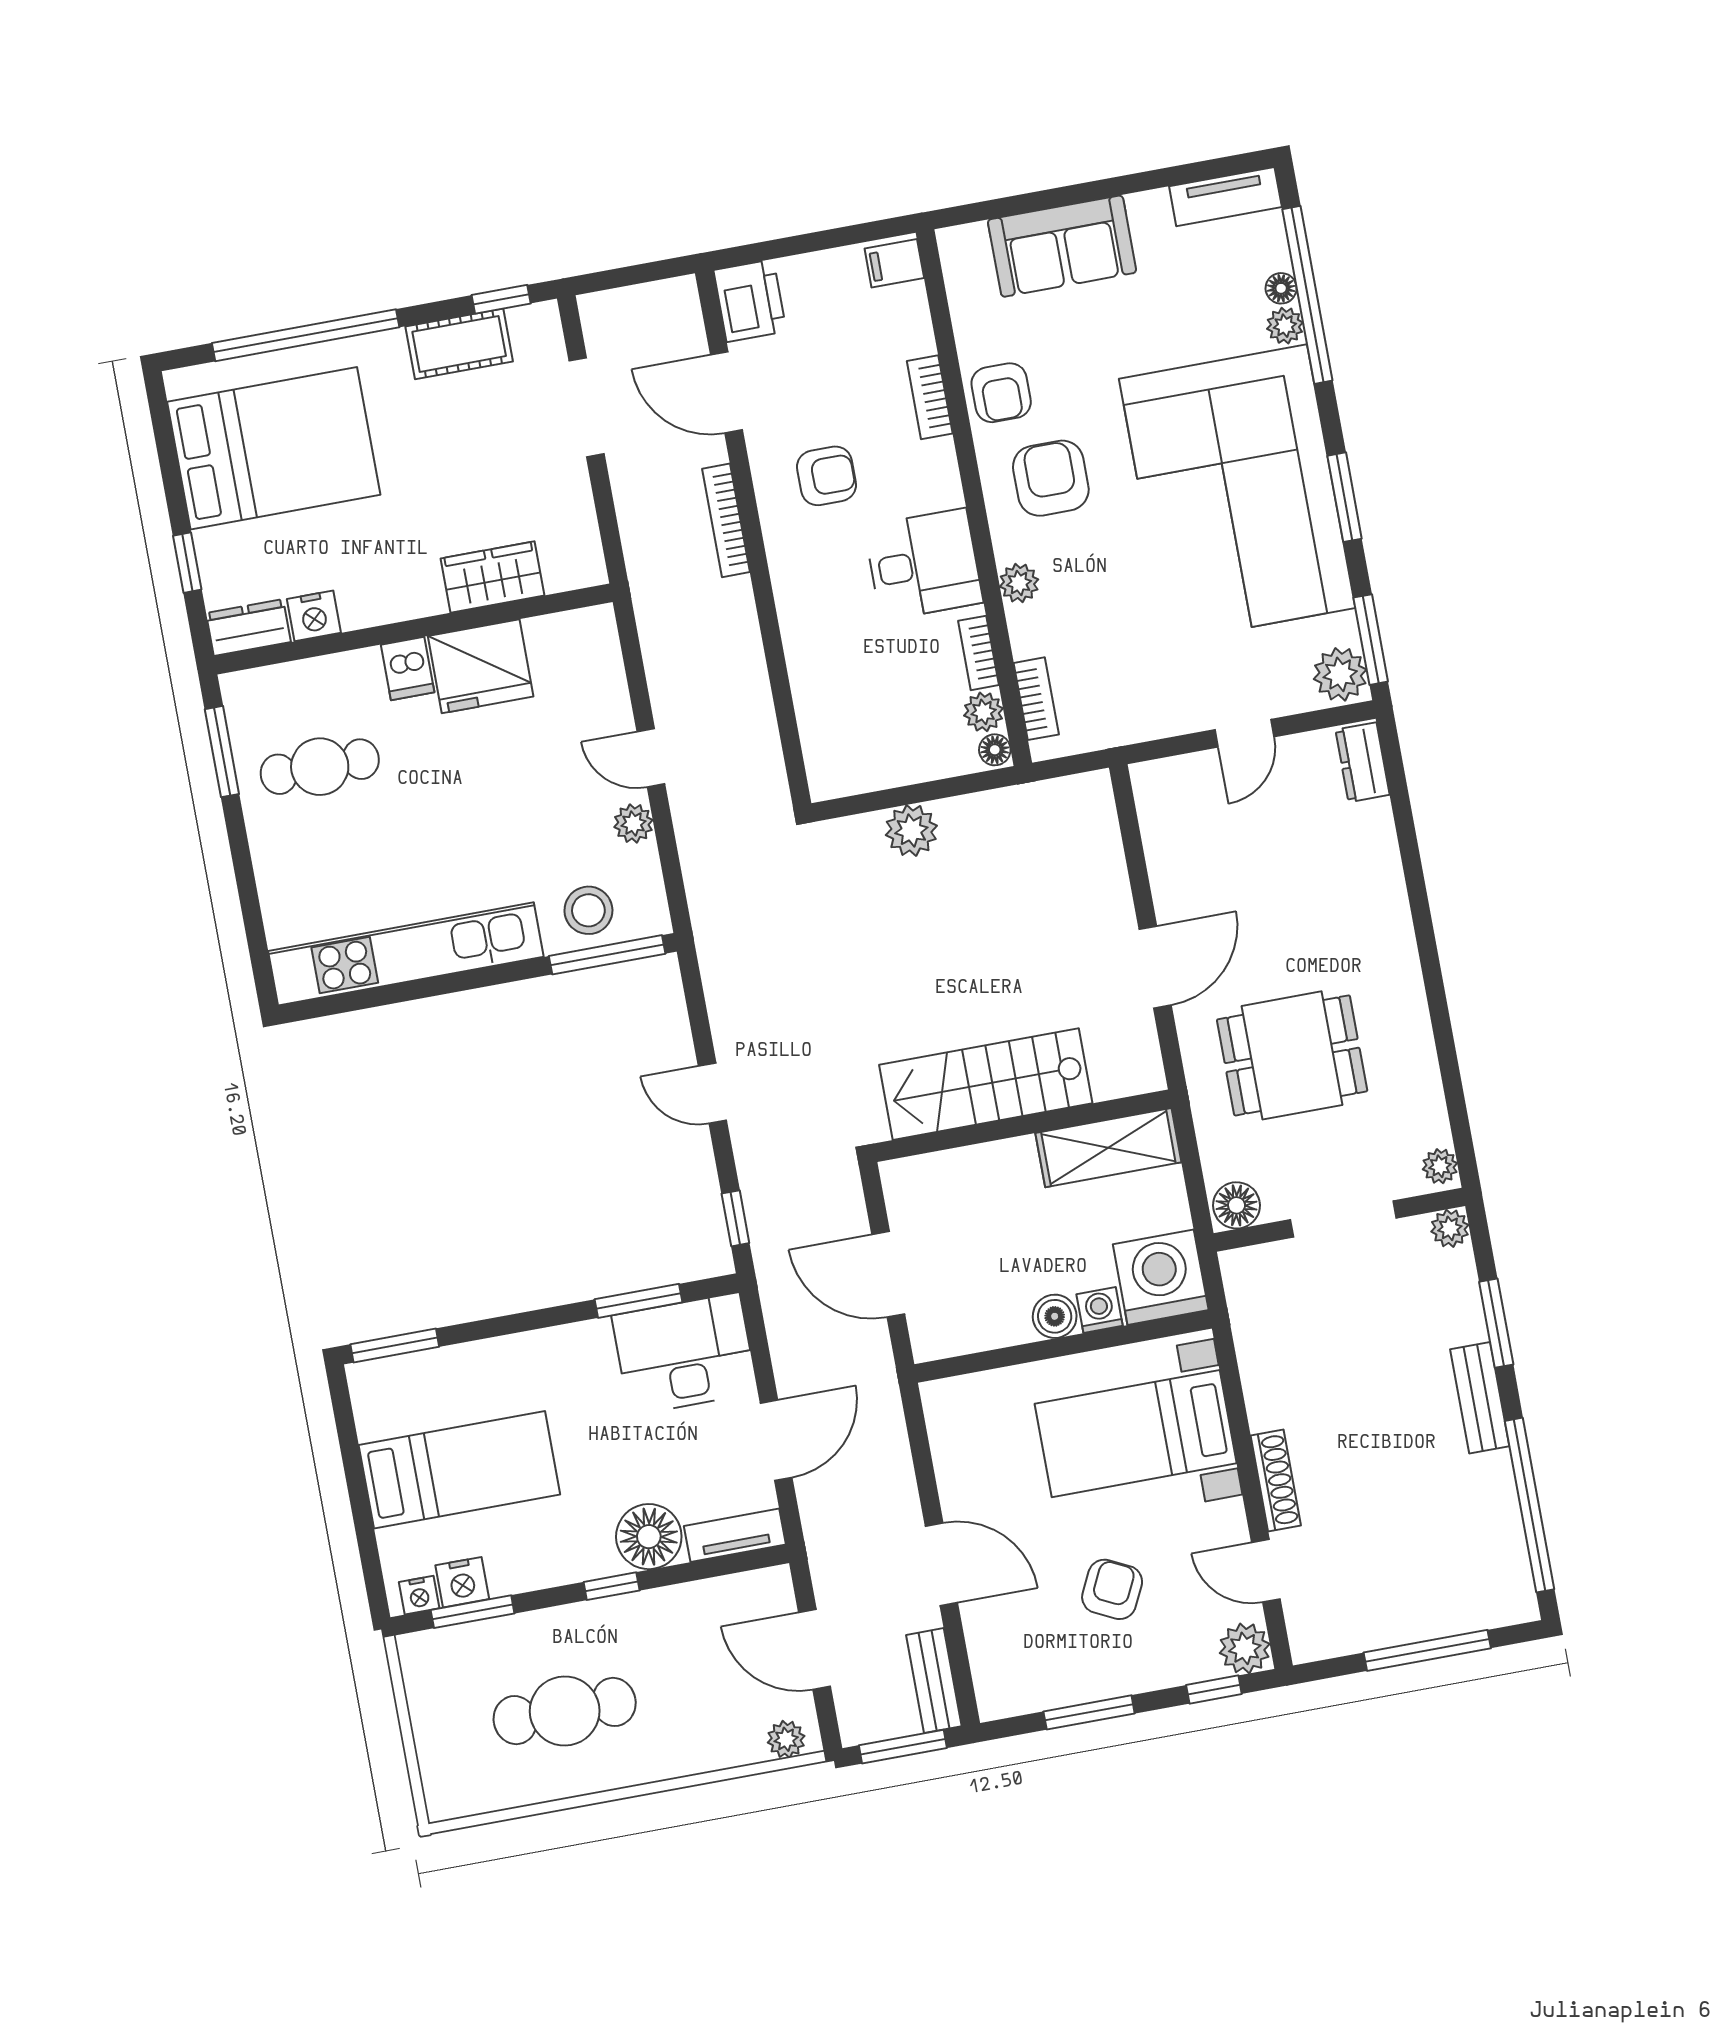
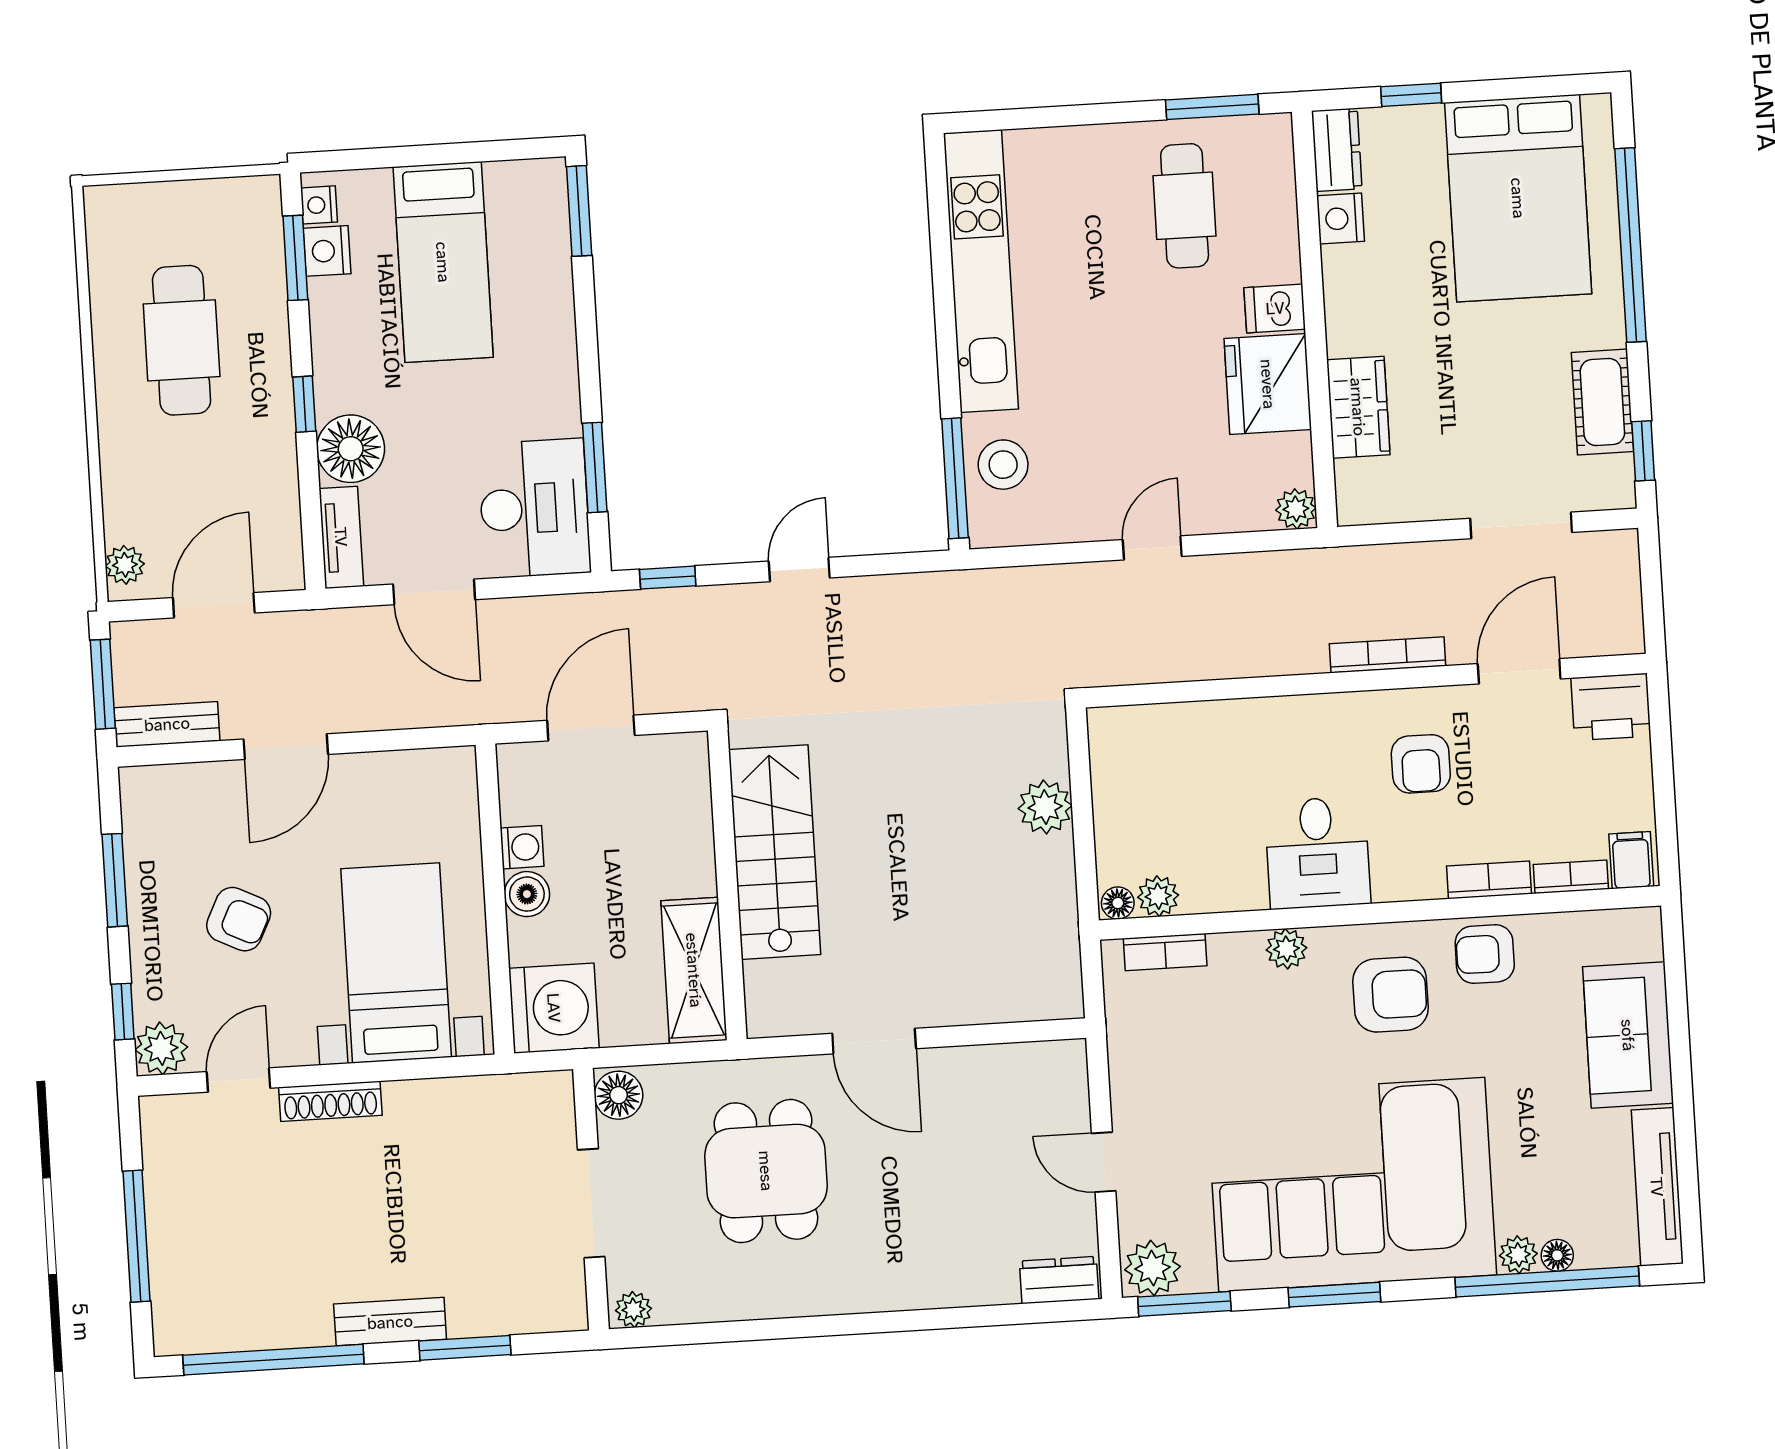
tv unit: (1225, 197) -> (1657, 1187), width x1.41
bookcase: (979, 653) -> (1571, 877), moved
plant: (633, 823) -> (1296, 509), moved
plant: (1450, 1228) -> (568, 1312), removed
washing machine: (1100, 1310) -> (522, 847), moved

